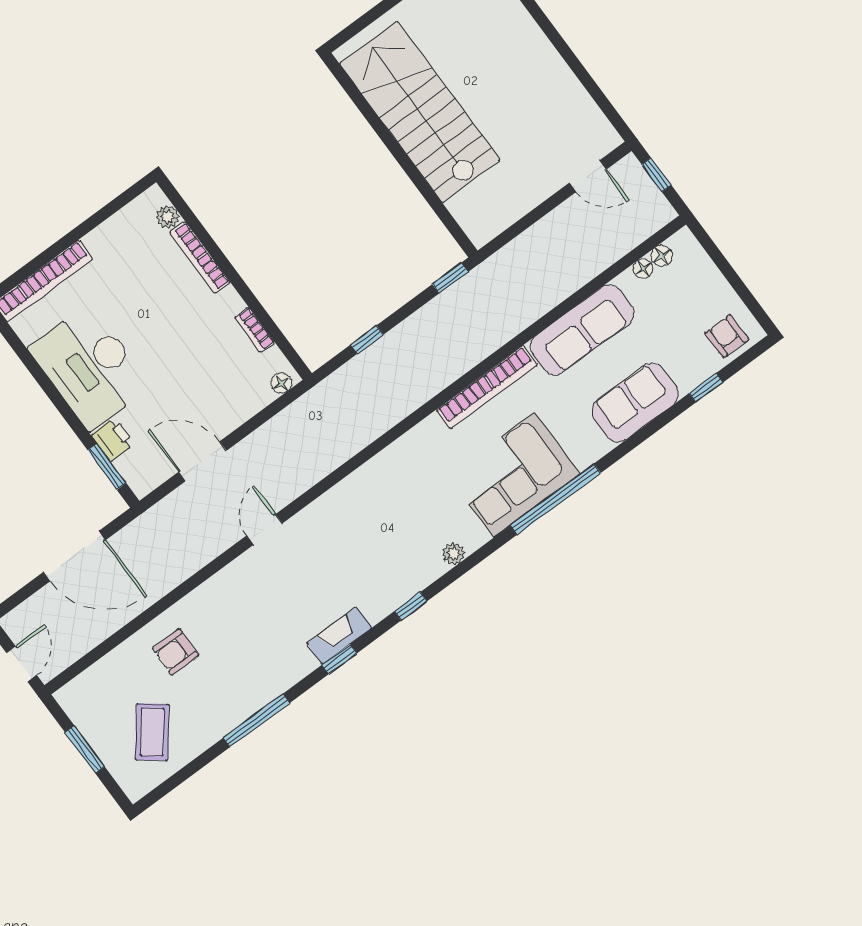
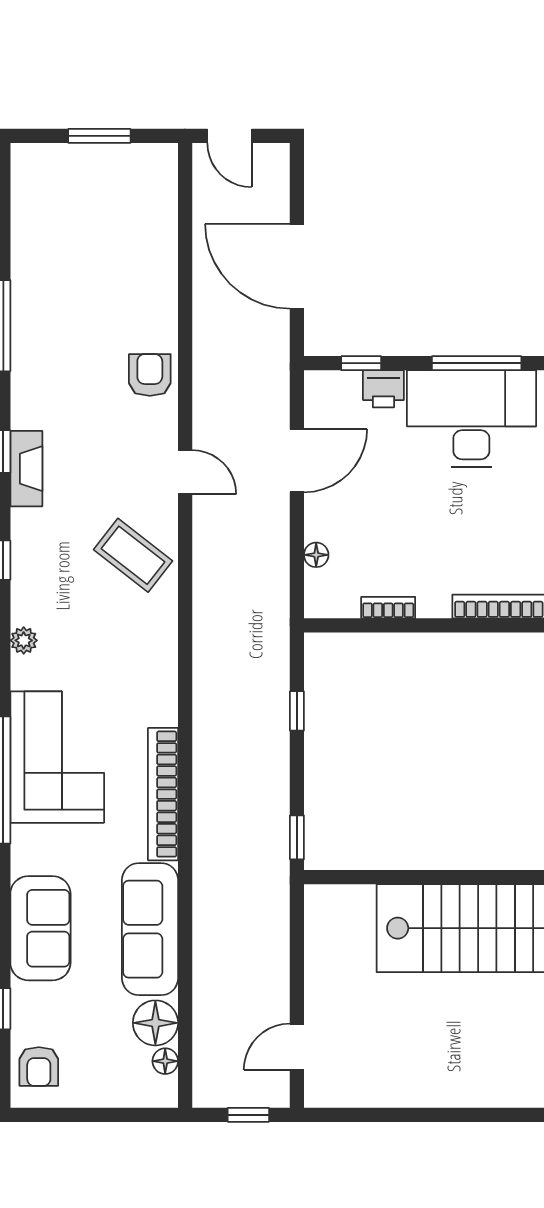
floor lamp: (643, 269) -> (155, 1023), width x1.89, depth x1.89
armchair: (727, 336) -> (39, 1067), turned 90
floor lamp: (281, 383) -> (316, 555), moved
window: (51, 391) -> (477, 363), added
window: (107, 467) -> (361, 363), width x0.67
door: (74, 556) -> (297, 266), hinge flipped
armchair: (176, 652) -> (150, 375), moved
coffee table: (152, 732) -> (133, 555), moved

